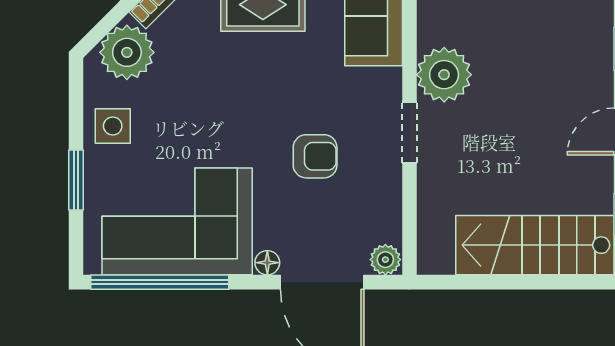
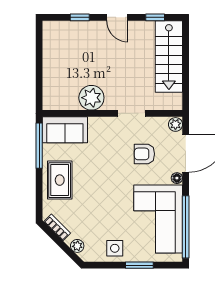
plant: (127, 52) -> (77, 246), width x0.53, depth x0.53
doorway: (409, 133) -> (131, 113), moved
armchair: (315, 156) -> (144, 154), moved, turned -90

